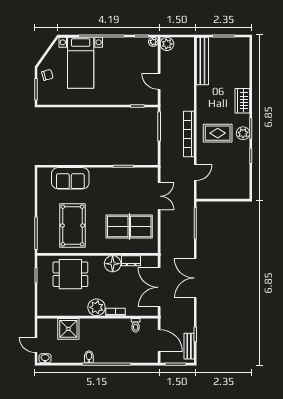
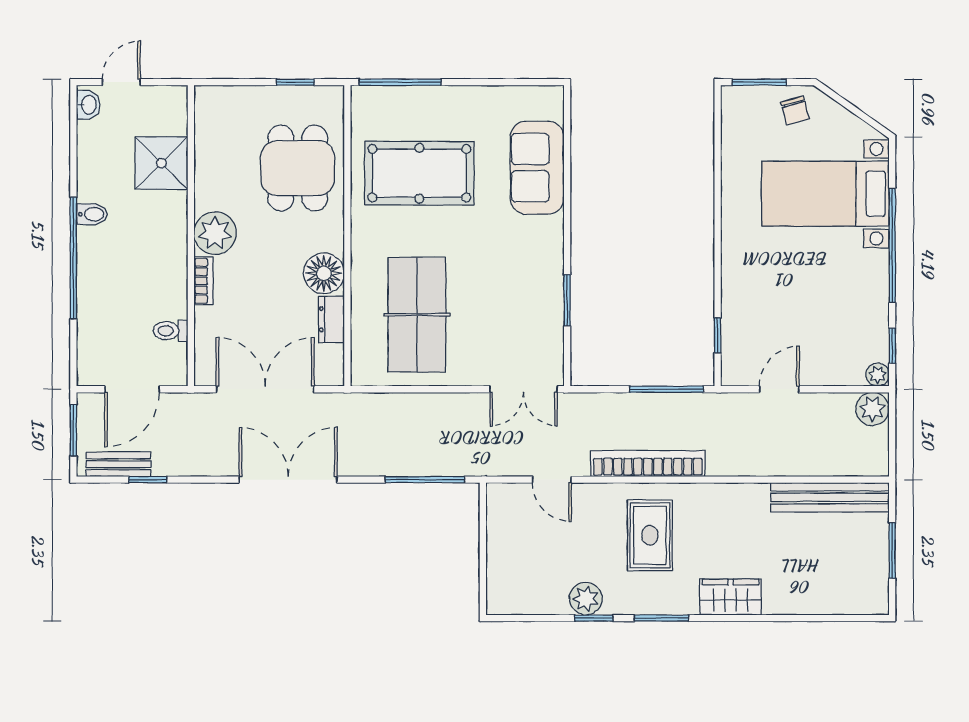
plant: (243, 133) -> (586, 599), moved
double door: (159, 196) -> (523, 389), moved

